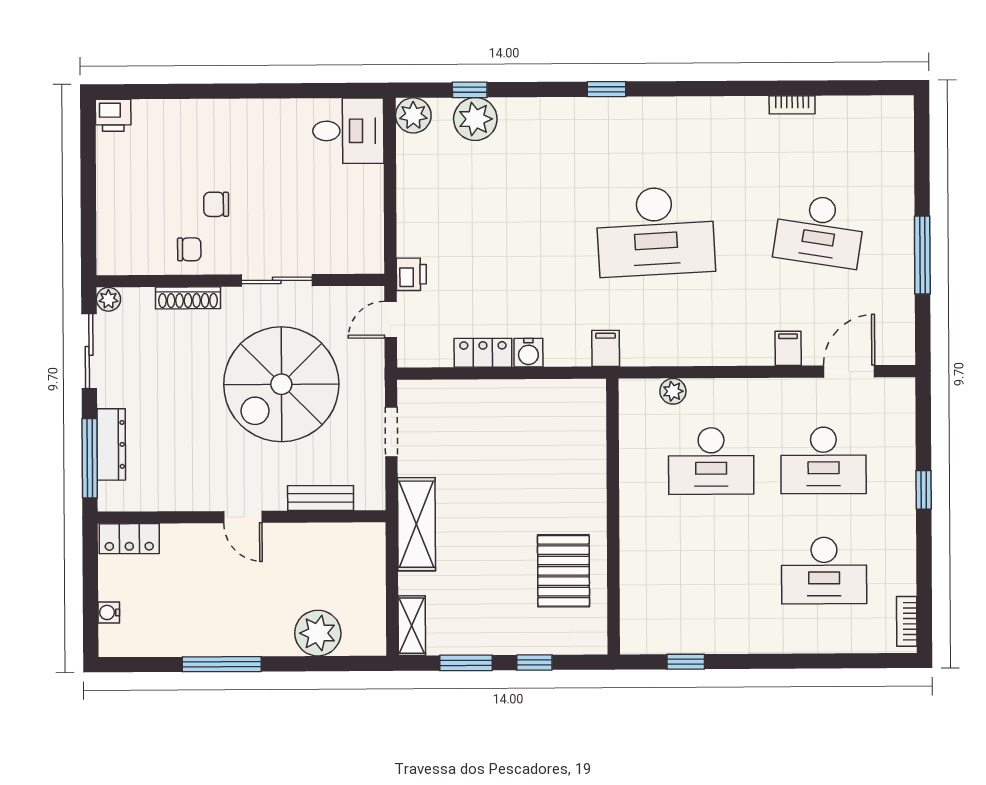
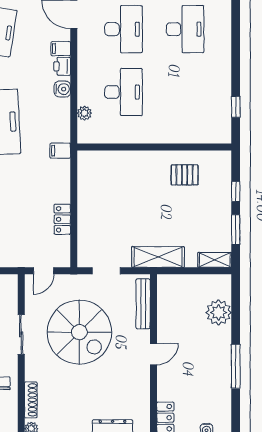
printer: (411, 274) -> (62, 66), moved, turned -90
shoe rack: (188, 298) -> (31, 400), moved
door: (391, 320) -> (44, 271), hinge flipped
water cooler: (528, 353) -> (62, 89), moved
bench: (321, 498) -> (143, 304), width x1.36
pallet: (564, 571) -> (185, 175), width x0.67, depth x0.71

